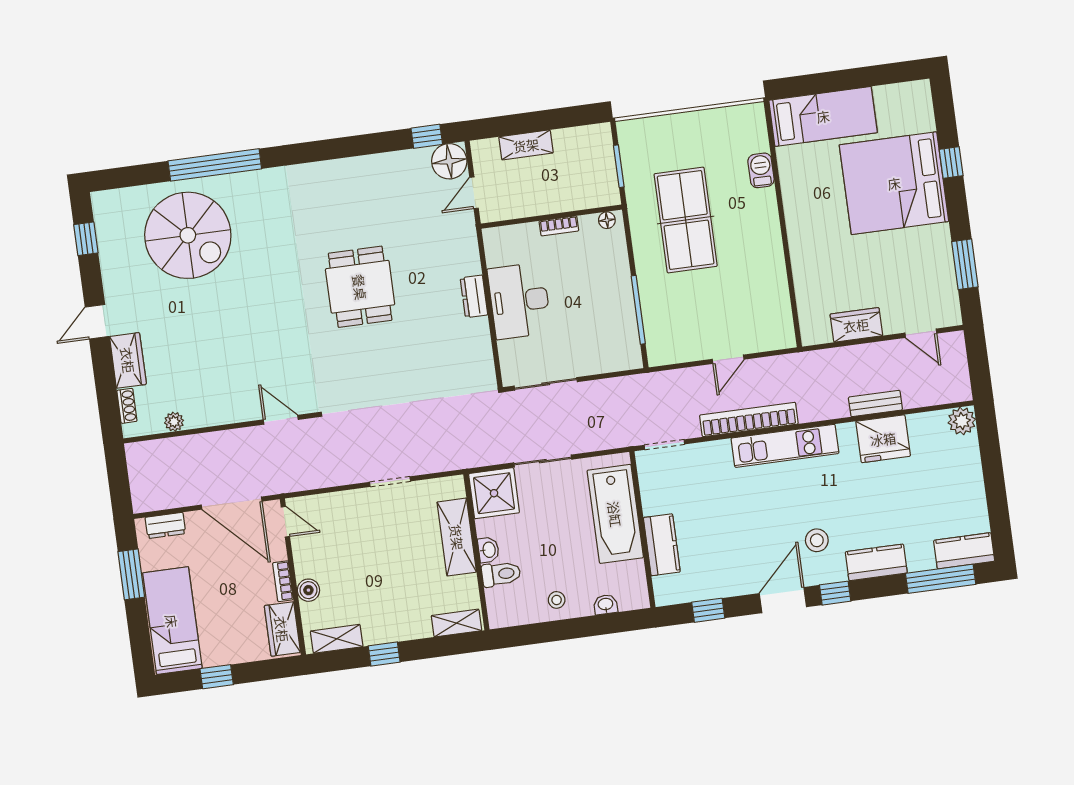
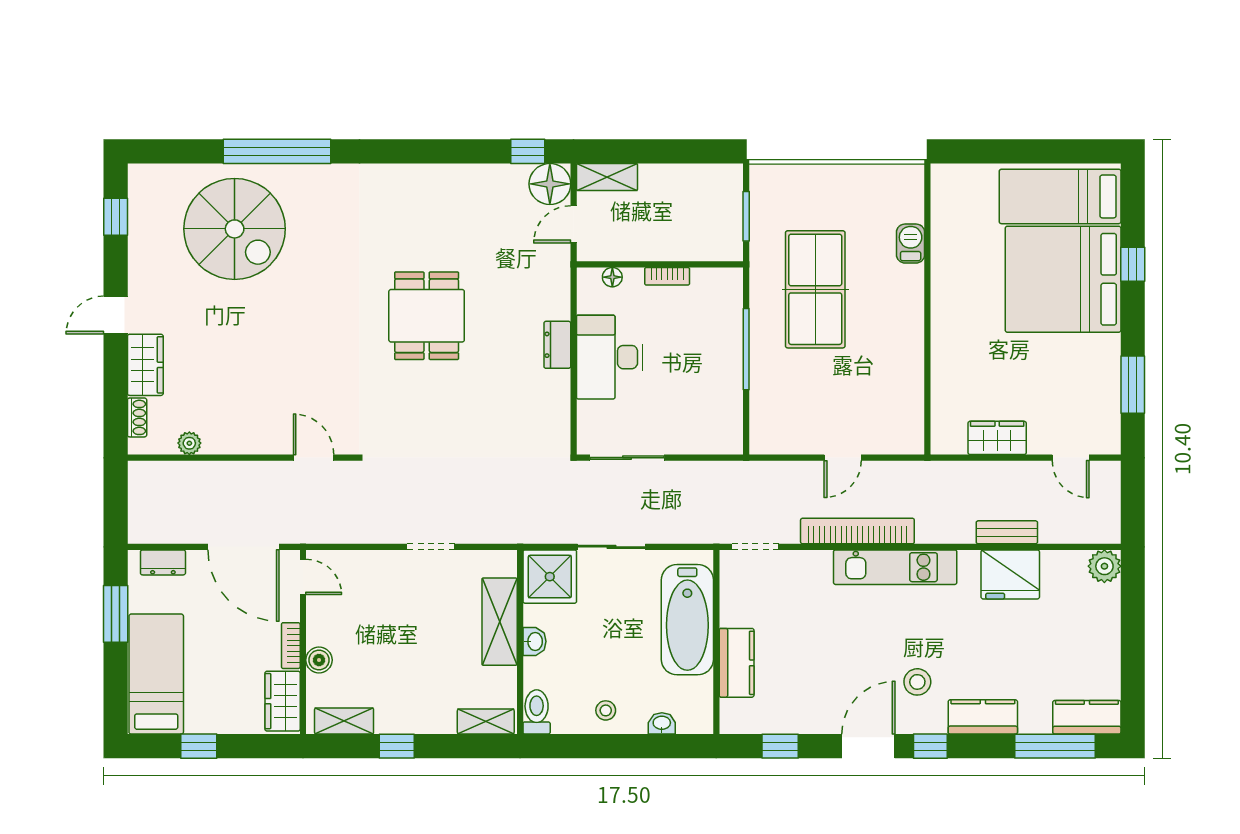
bed: (823, 116) -> (1060, 196), moved, turned 180
shelving: (526, 145) -> (607, 177), moved
floor lamp: (607, 220) -> (612, 277), moved
window: (638, 310) -> (746, 349), moved
toilet: (501, 574) -> (537, 712), moved, turned -90

